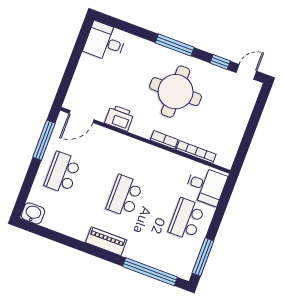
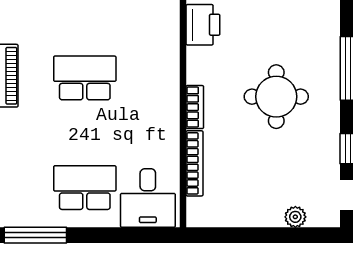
round table: (176, 92) -> (276, 97), width x0.73, depth x0.73
plant: (248, 106) -> (295, 217), added

